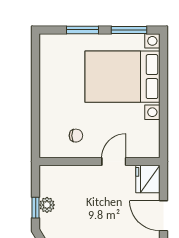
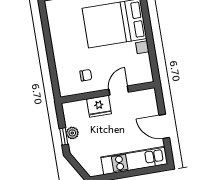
fridge: (148, 179) -> (99, 106), moved, turned -90

